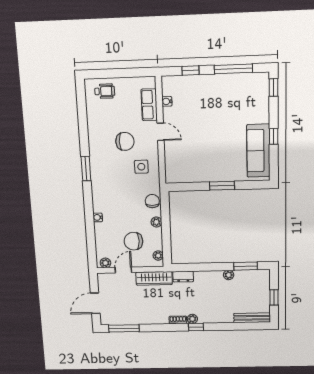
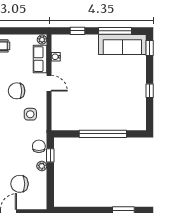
chair: (125, 141) -> (17, 91), turned 180
sofa: (258, 151) -> (122, 45), moved, turned -90
window: (222, 186) -> (103, 134), width x2.11
window: (165, 211) -> (50, 155), added
plant: (158, 256) -> (42, 40), moved

